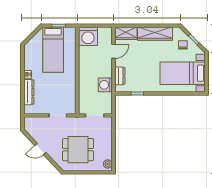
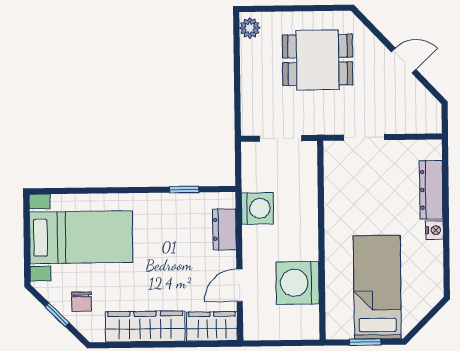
washing machine: (88, 36) -> (298, 283), moved, turned -90

